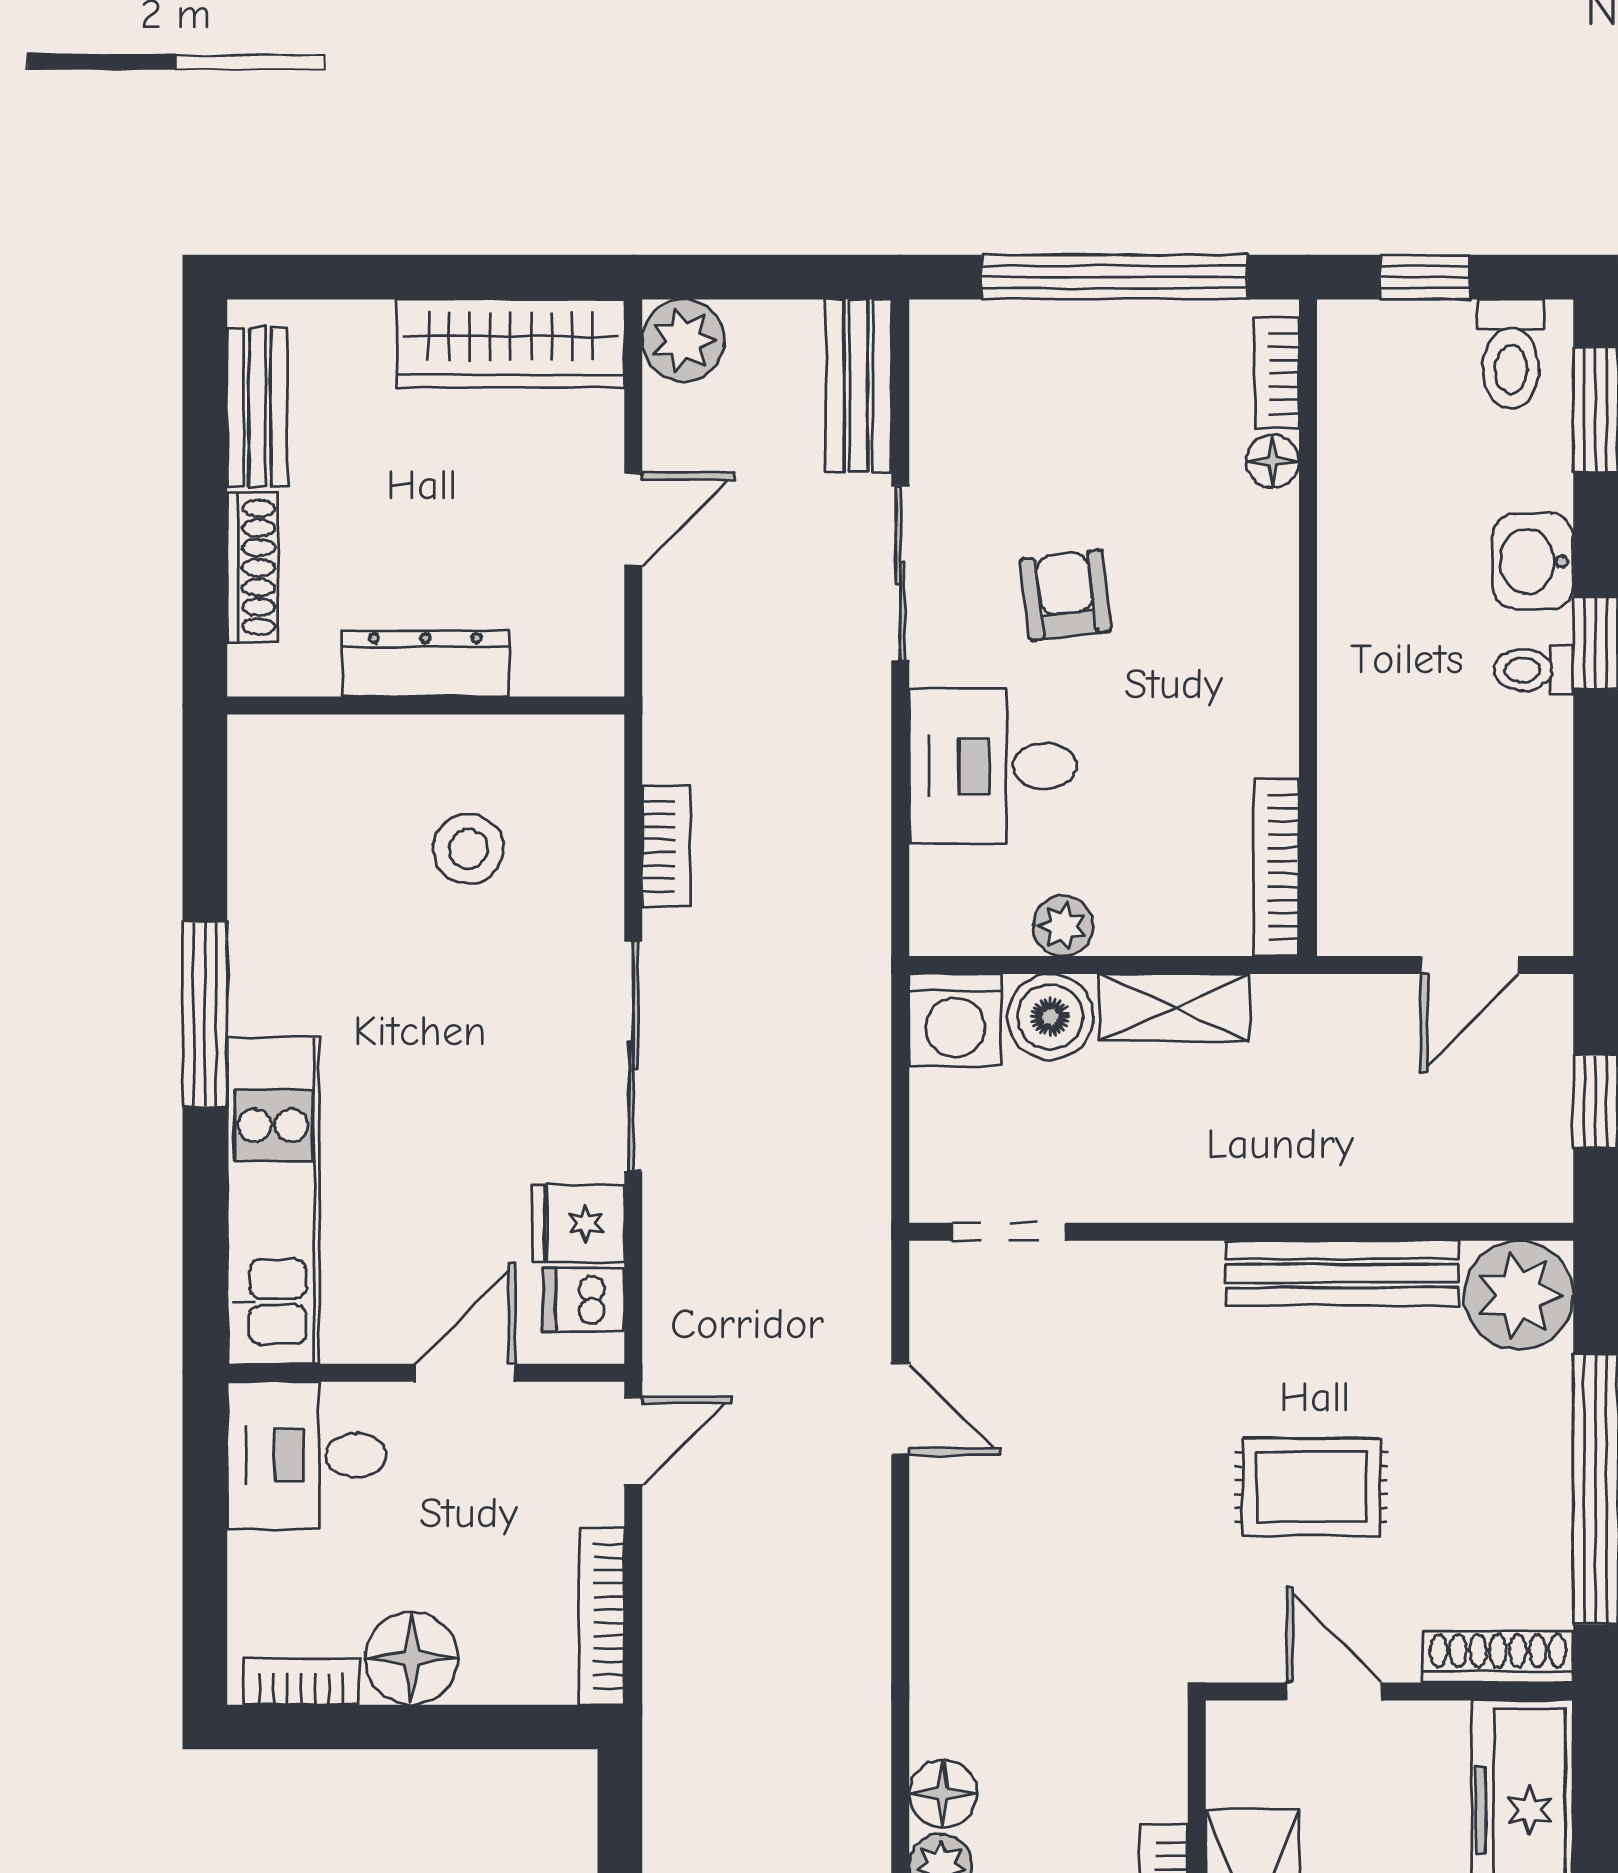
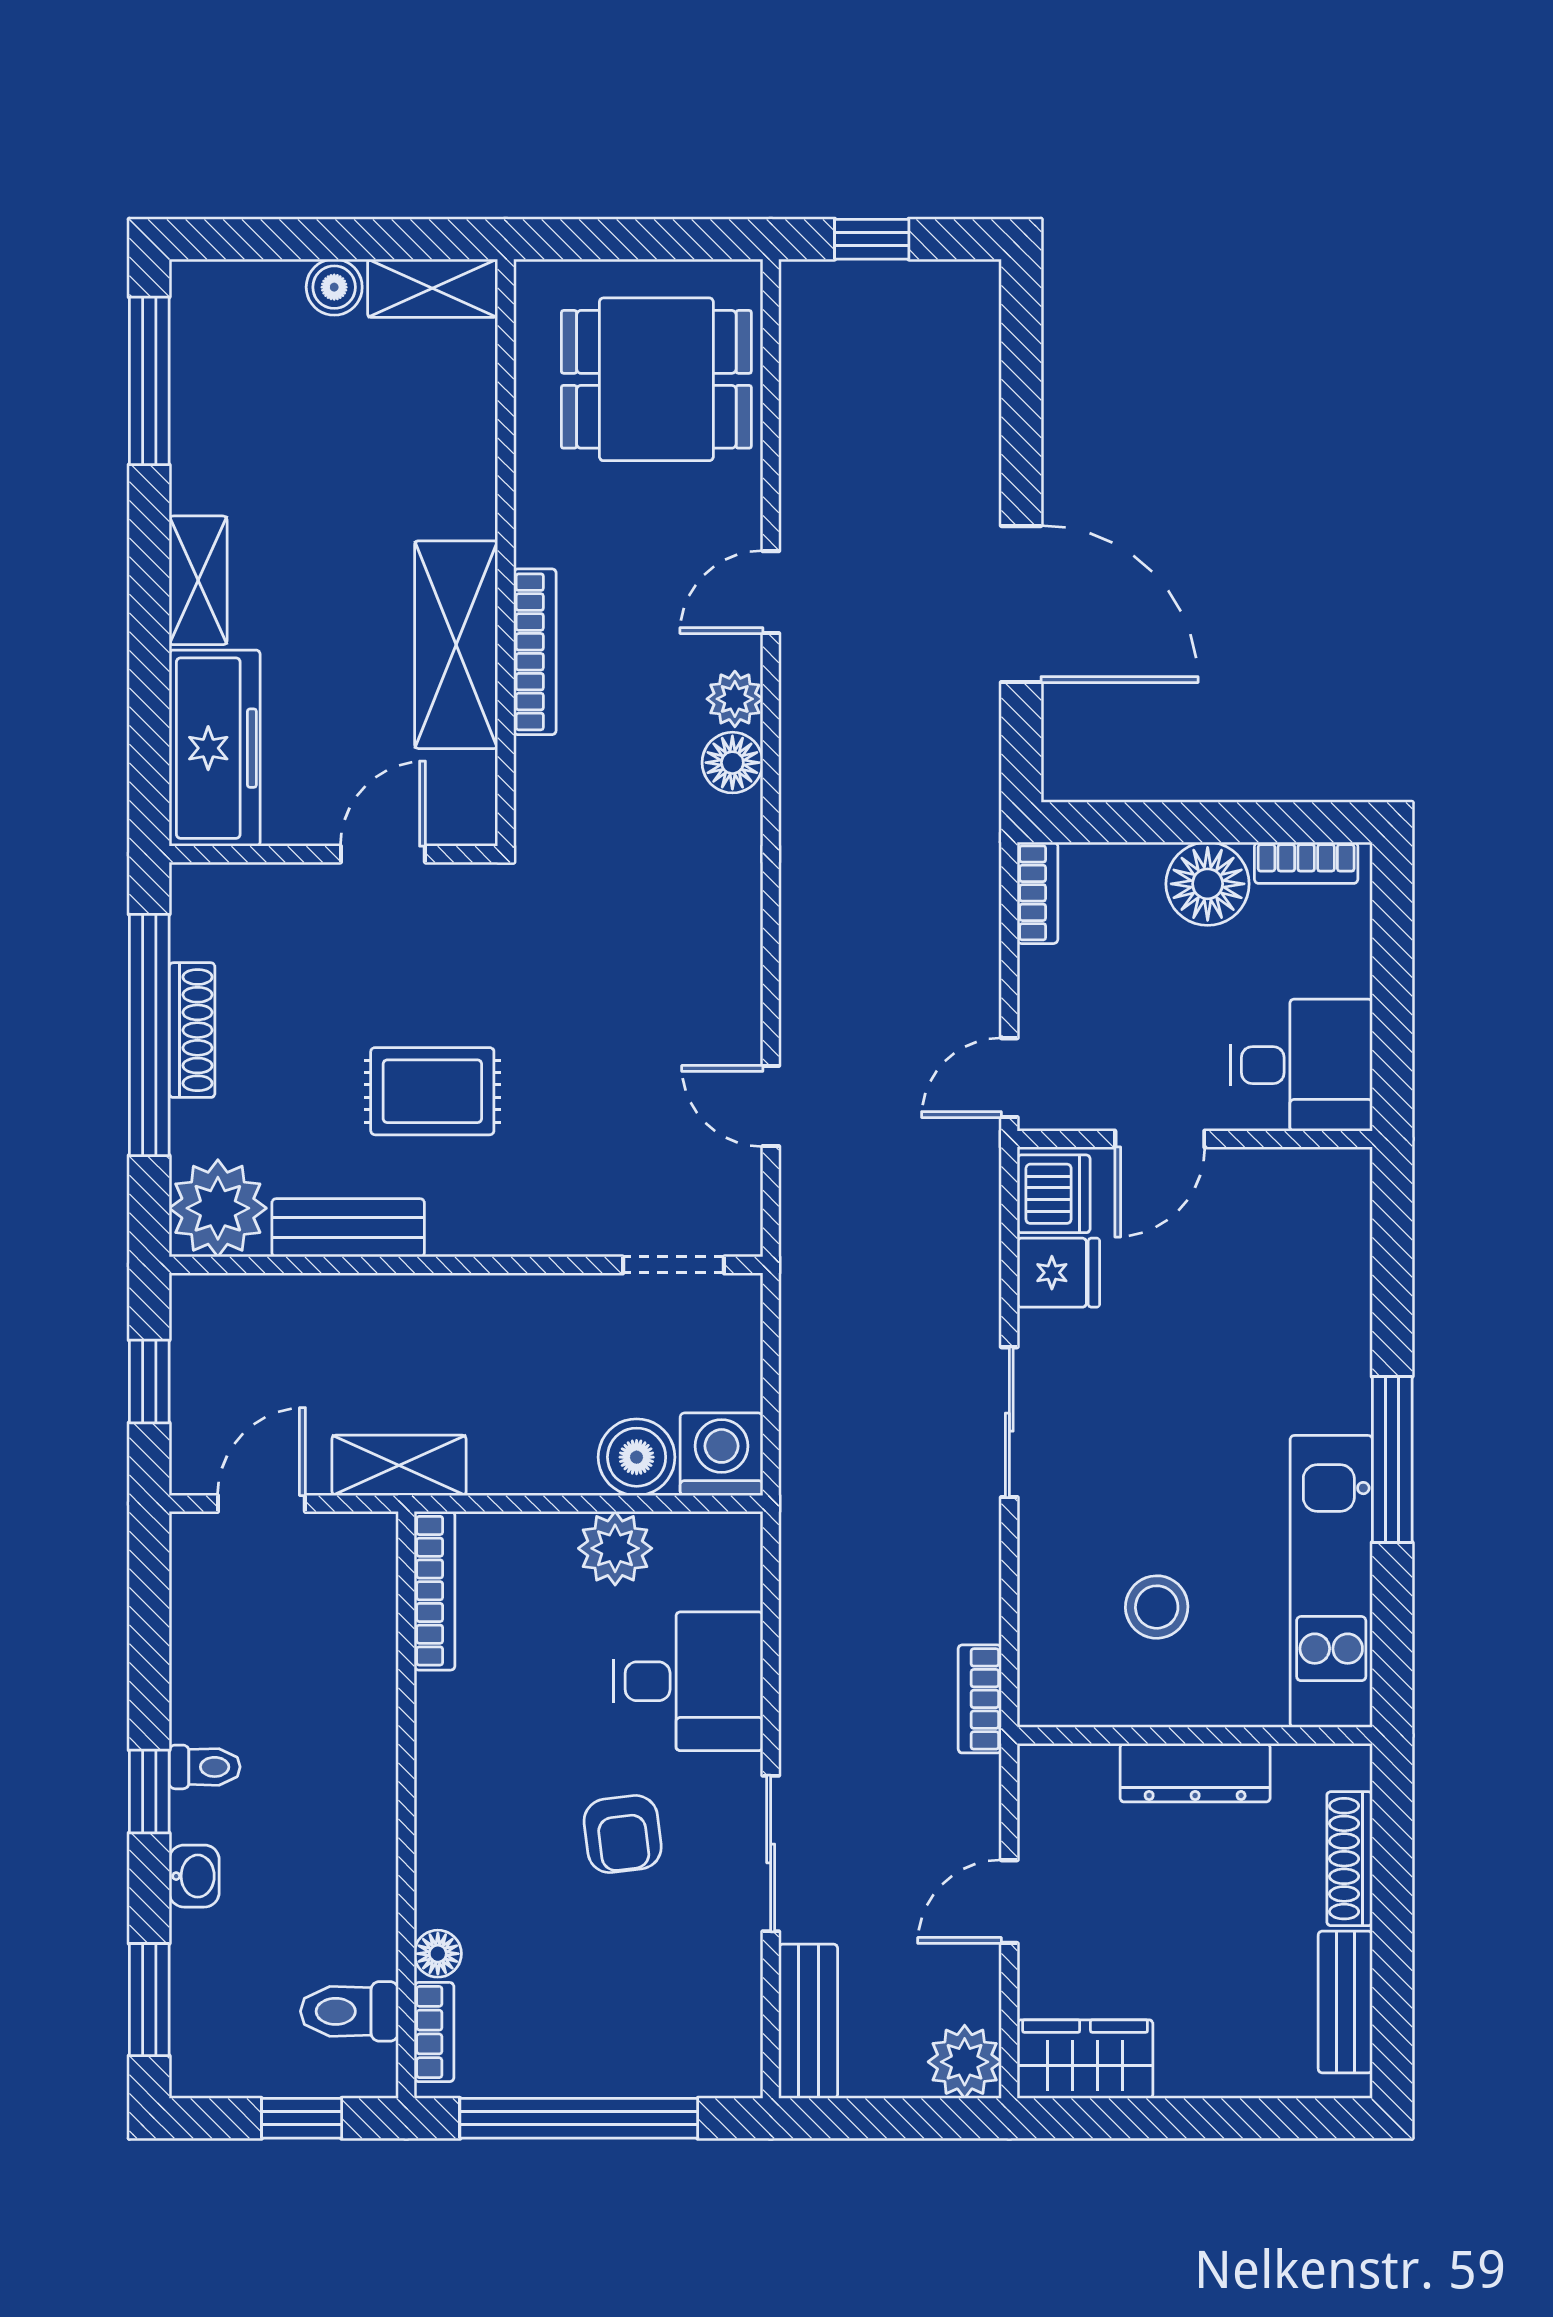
wardrobe: (511, 343) -> (1085, 2059), width x0.67
toilet: (1511, 354) -> (349, 2011), moved, turned -90
washbasin: (1533, 561) -> (194, 1876), width x0.72, depth x0.69
bookcase: (666, 846) -> (980, 1699), moved
plant: (1063, 926) -> (615, 1548), width x1.38, depth x1.38
shelving: (1174, 1008) -> (399, 1465), moved
sliding door: (633, 1056) -> (1009, 1422), width x0.73
kitchen unit: (273, 1200) -> (1331, 1581), moved
bench: (1342, 1273) -> (348, 1228), width x0.73
dishwasher: (584, 1299) -> (1054, 1194), width x1.38
rug: (1311, 1487) -> (432, 1091), moved
bookcase: (602, 1616) -> (1037, 893), width x0.64
shoe rack: (1498, 1657) -> (192, 1030), moved, turned -90
door: (1334, 1691) -> (383, 854), swing flipped

